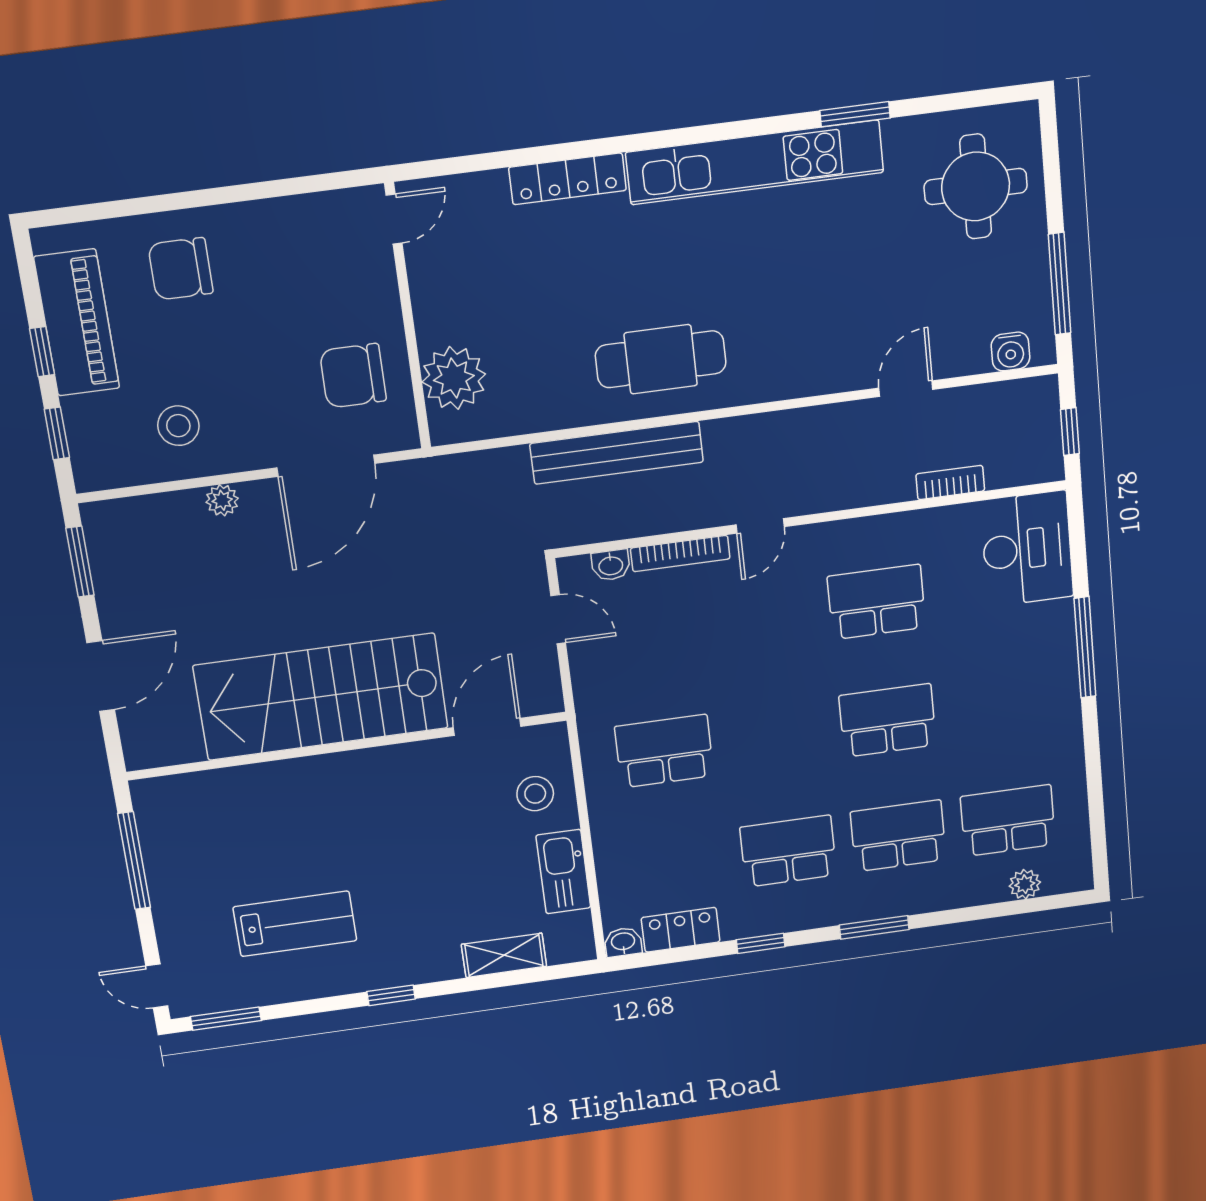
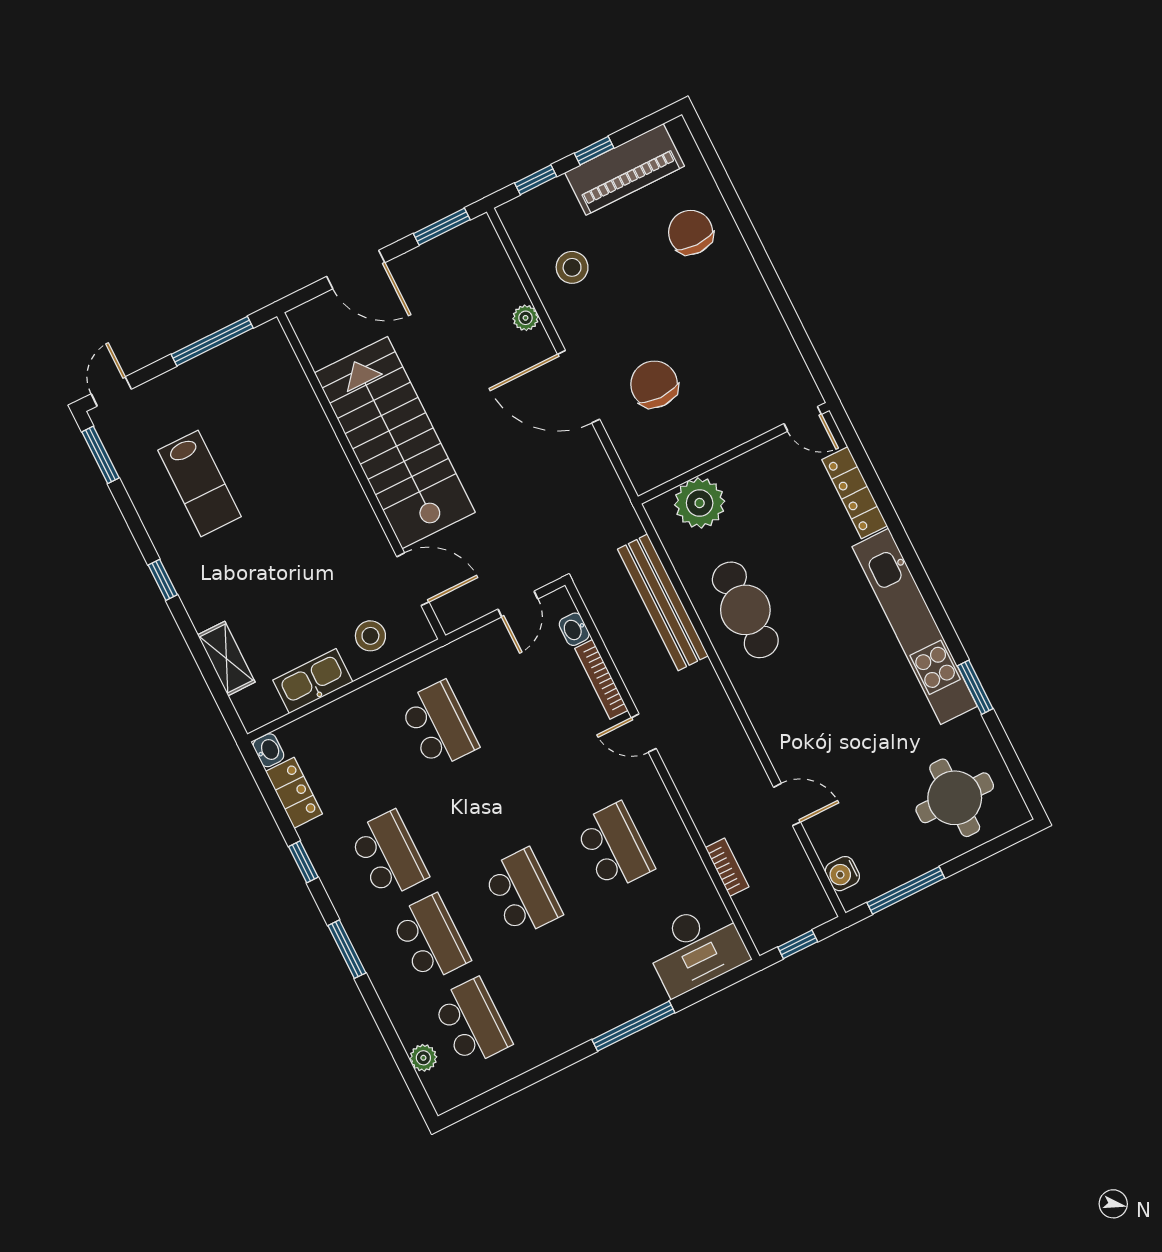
door: (394, 219) -> (803, 419), moved
wall: (408, 317) -> (734, 453), moved
plant: (454, 378) -> (700, 503), moved

